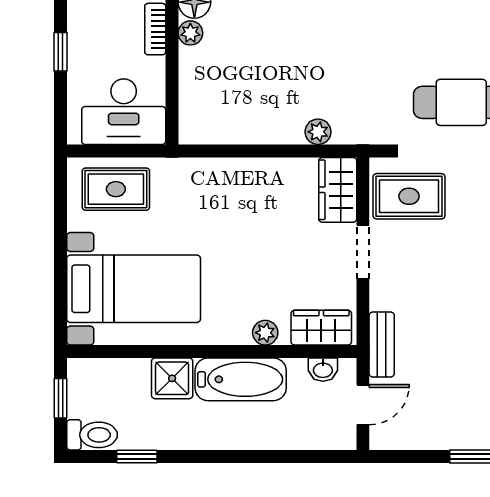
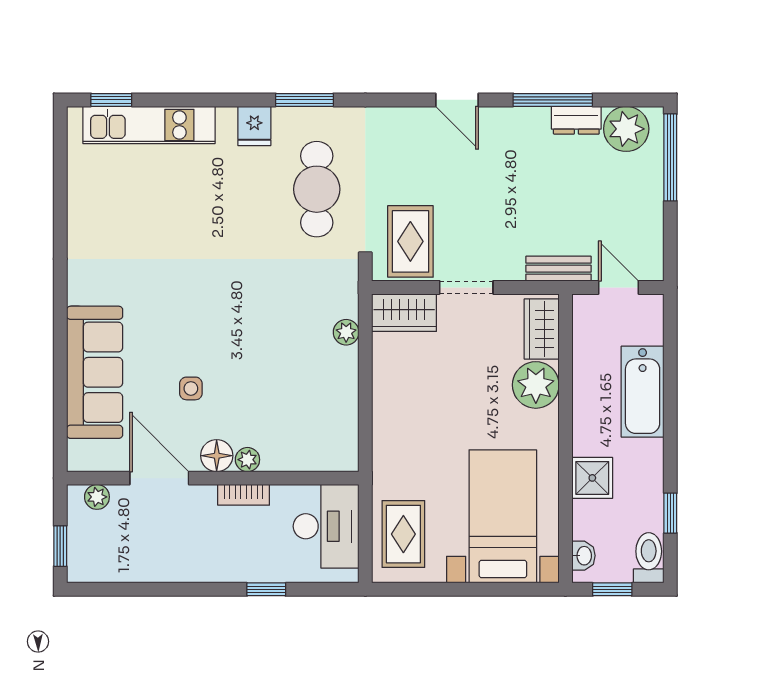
plant: (265, 333) -> (536, 385), width x1.88, depth x1.88
washbasin: (323, 370) -> (584, 556), moved
bathtub: (241, 379) -> (643, 392), moved, turned 180

